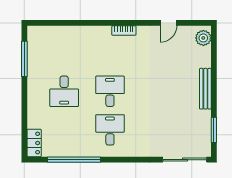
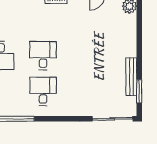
bench: (205, 89) -> (131, 77), moved

